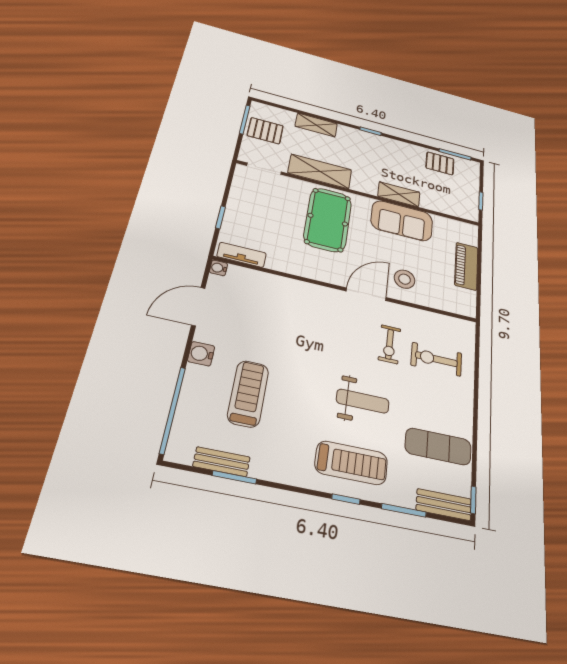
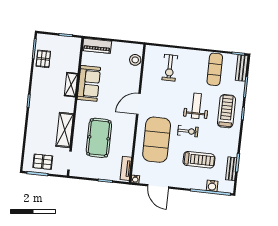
shelving: (316, 125) -> (32, 133), removed
pallet: (265, 131) -> (43, 162), turned 90
pool table: (328, 220) -> (99, 138), moved, turned 90
piano: (466, 266) -> (97, 46), moved
stool: (405, 279) -> (135, 60), moved
door: (366, 294) -> (138, 104), hinge flipped
exercise mat: (296, 317) -> (157, 140), added
exercise bike: (390, 344) -> (188, 131), moved
water cooler: (201, 354) -> (212, 186), moved
treadmill: (248, 394) -> (199, 160), turned 180

